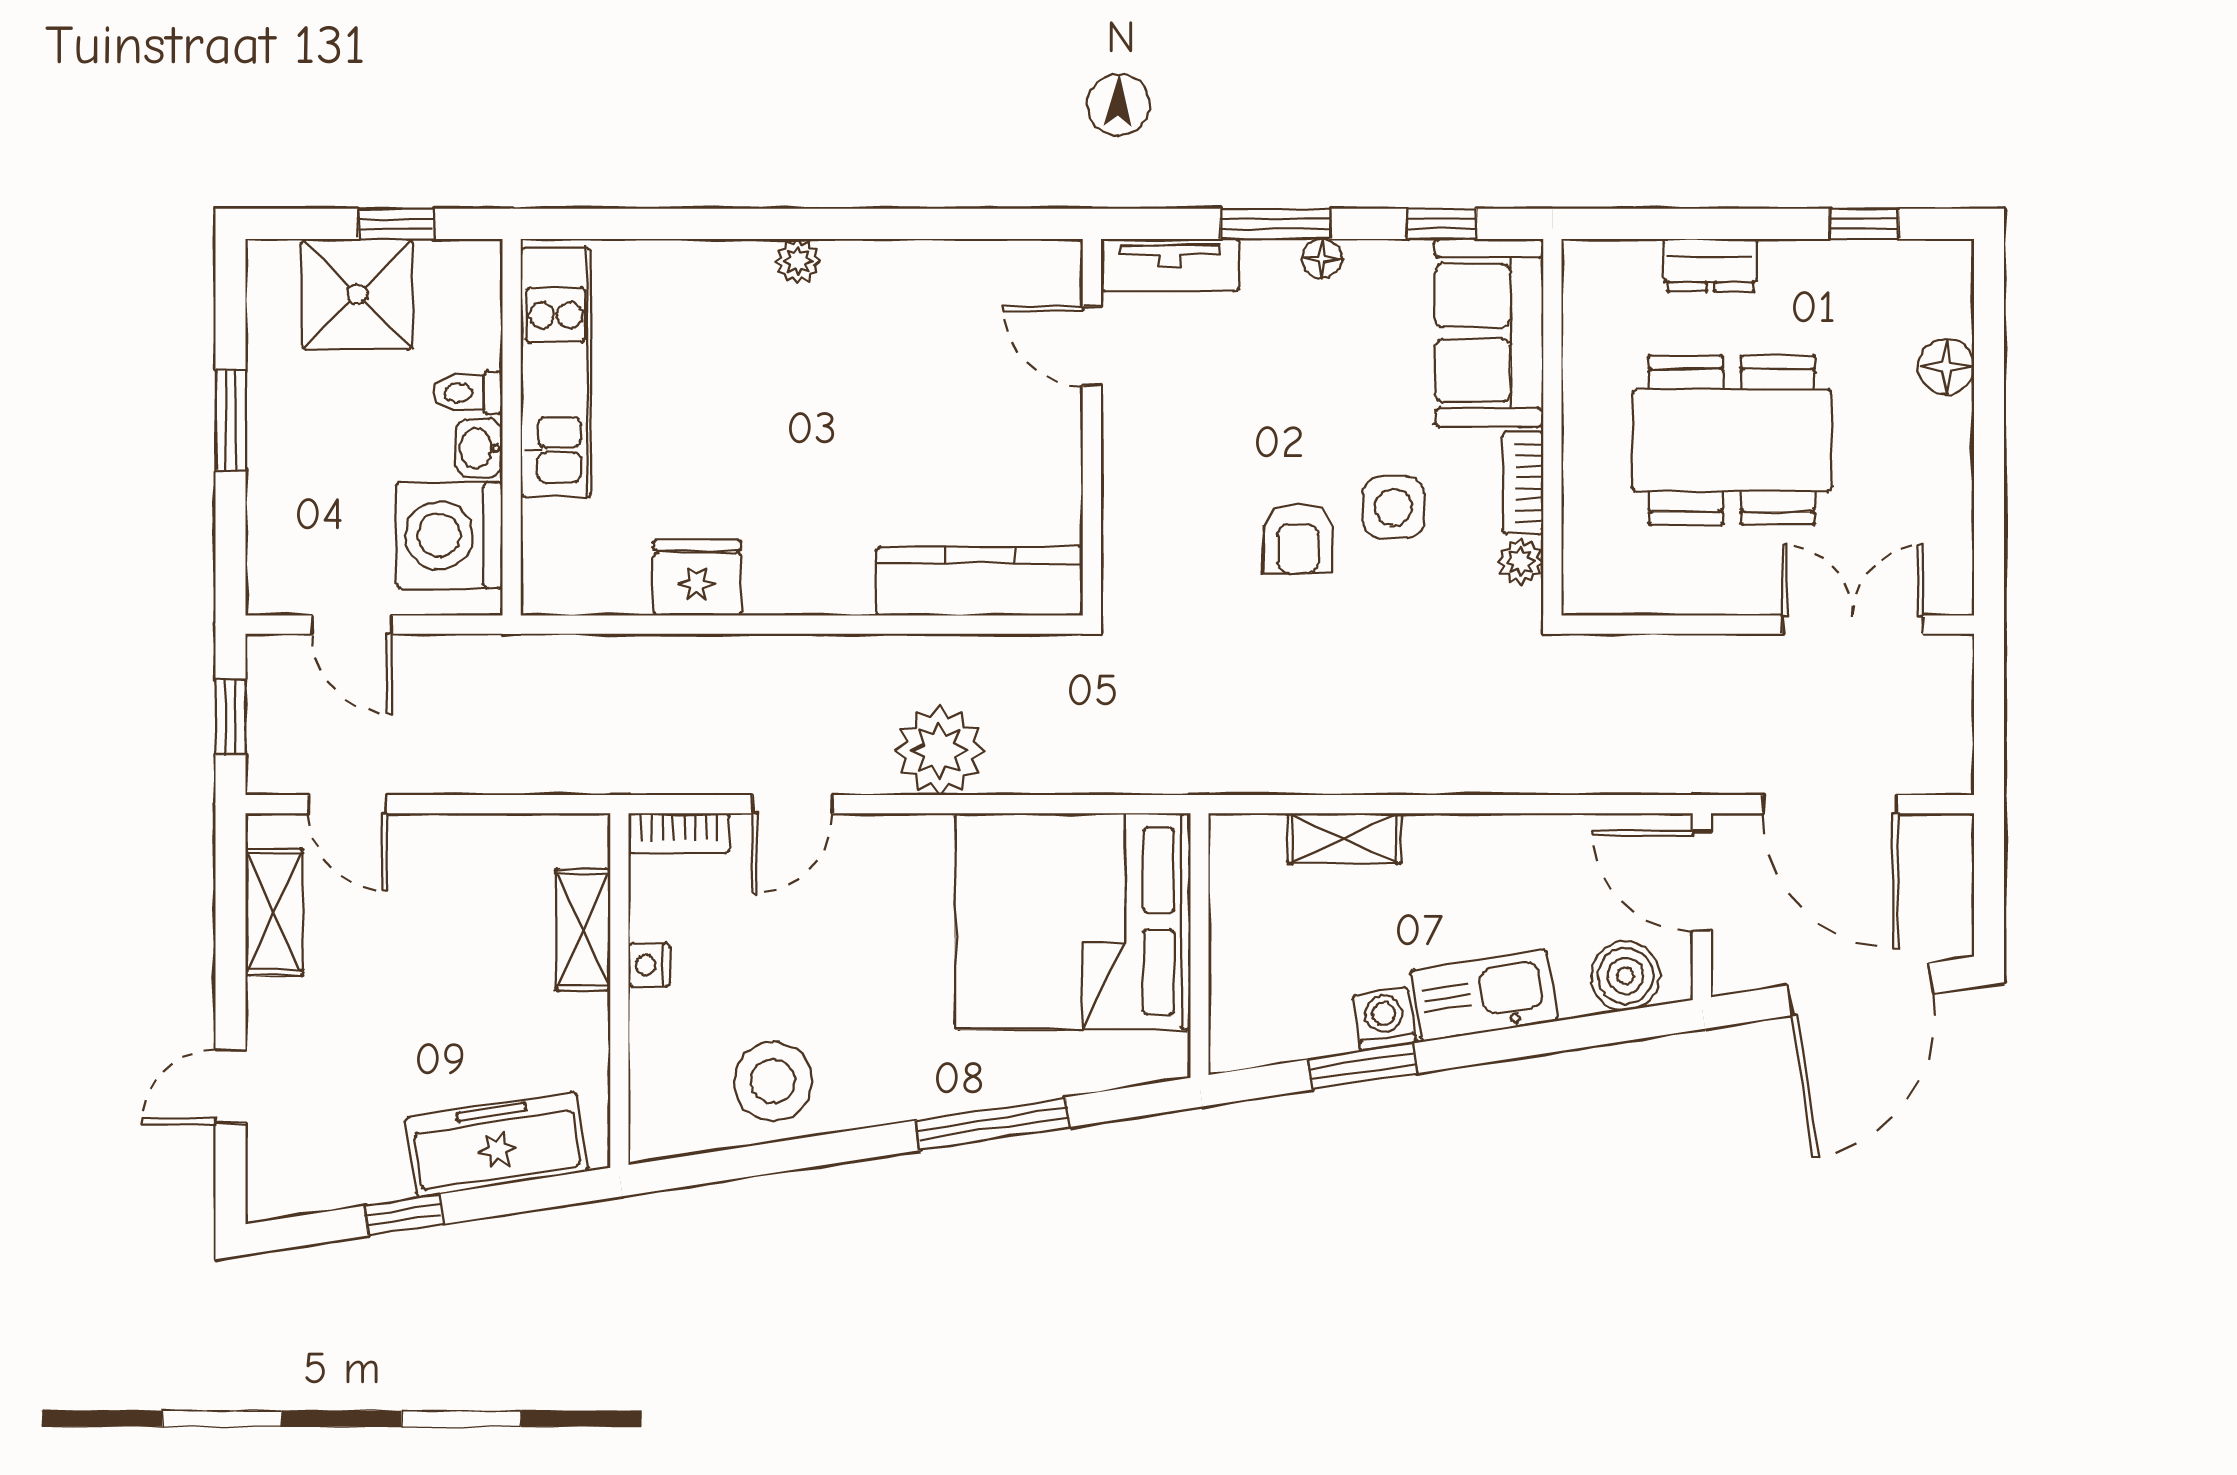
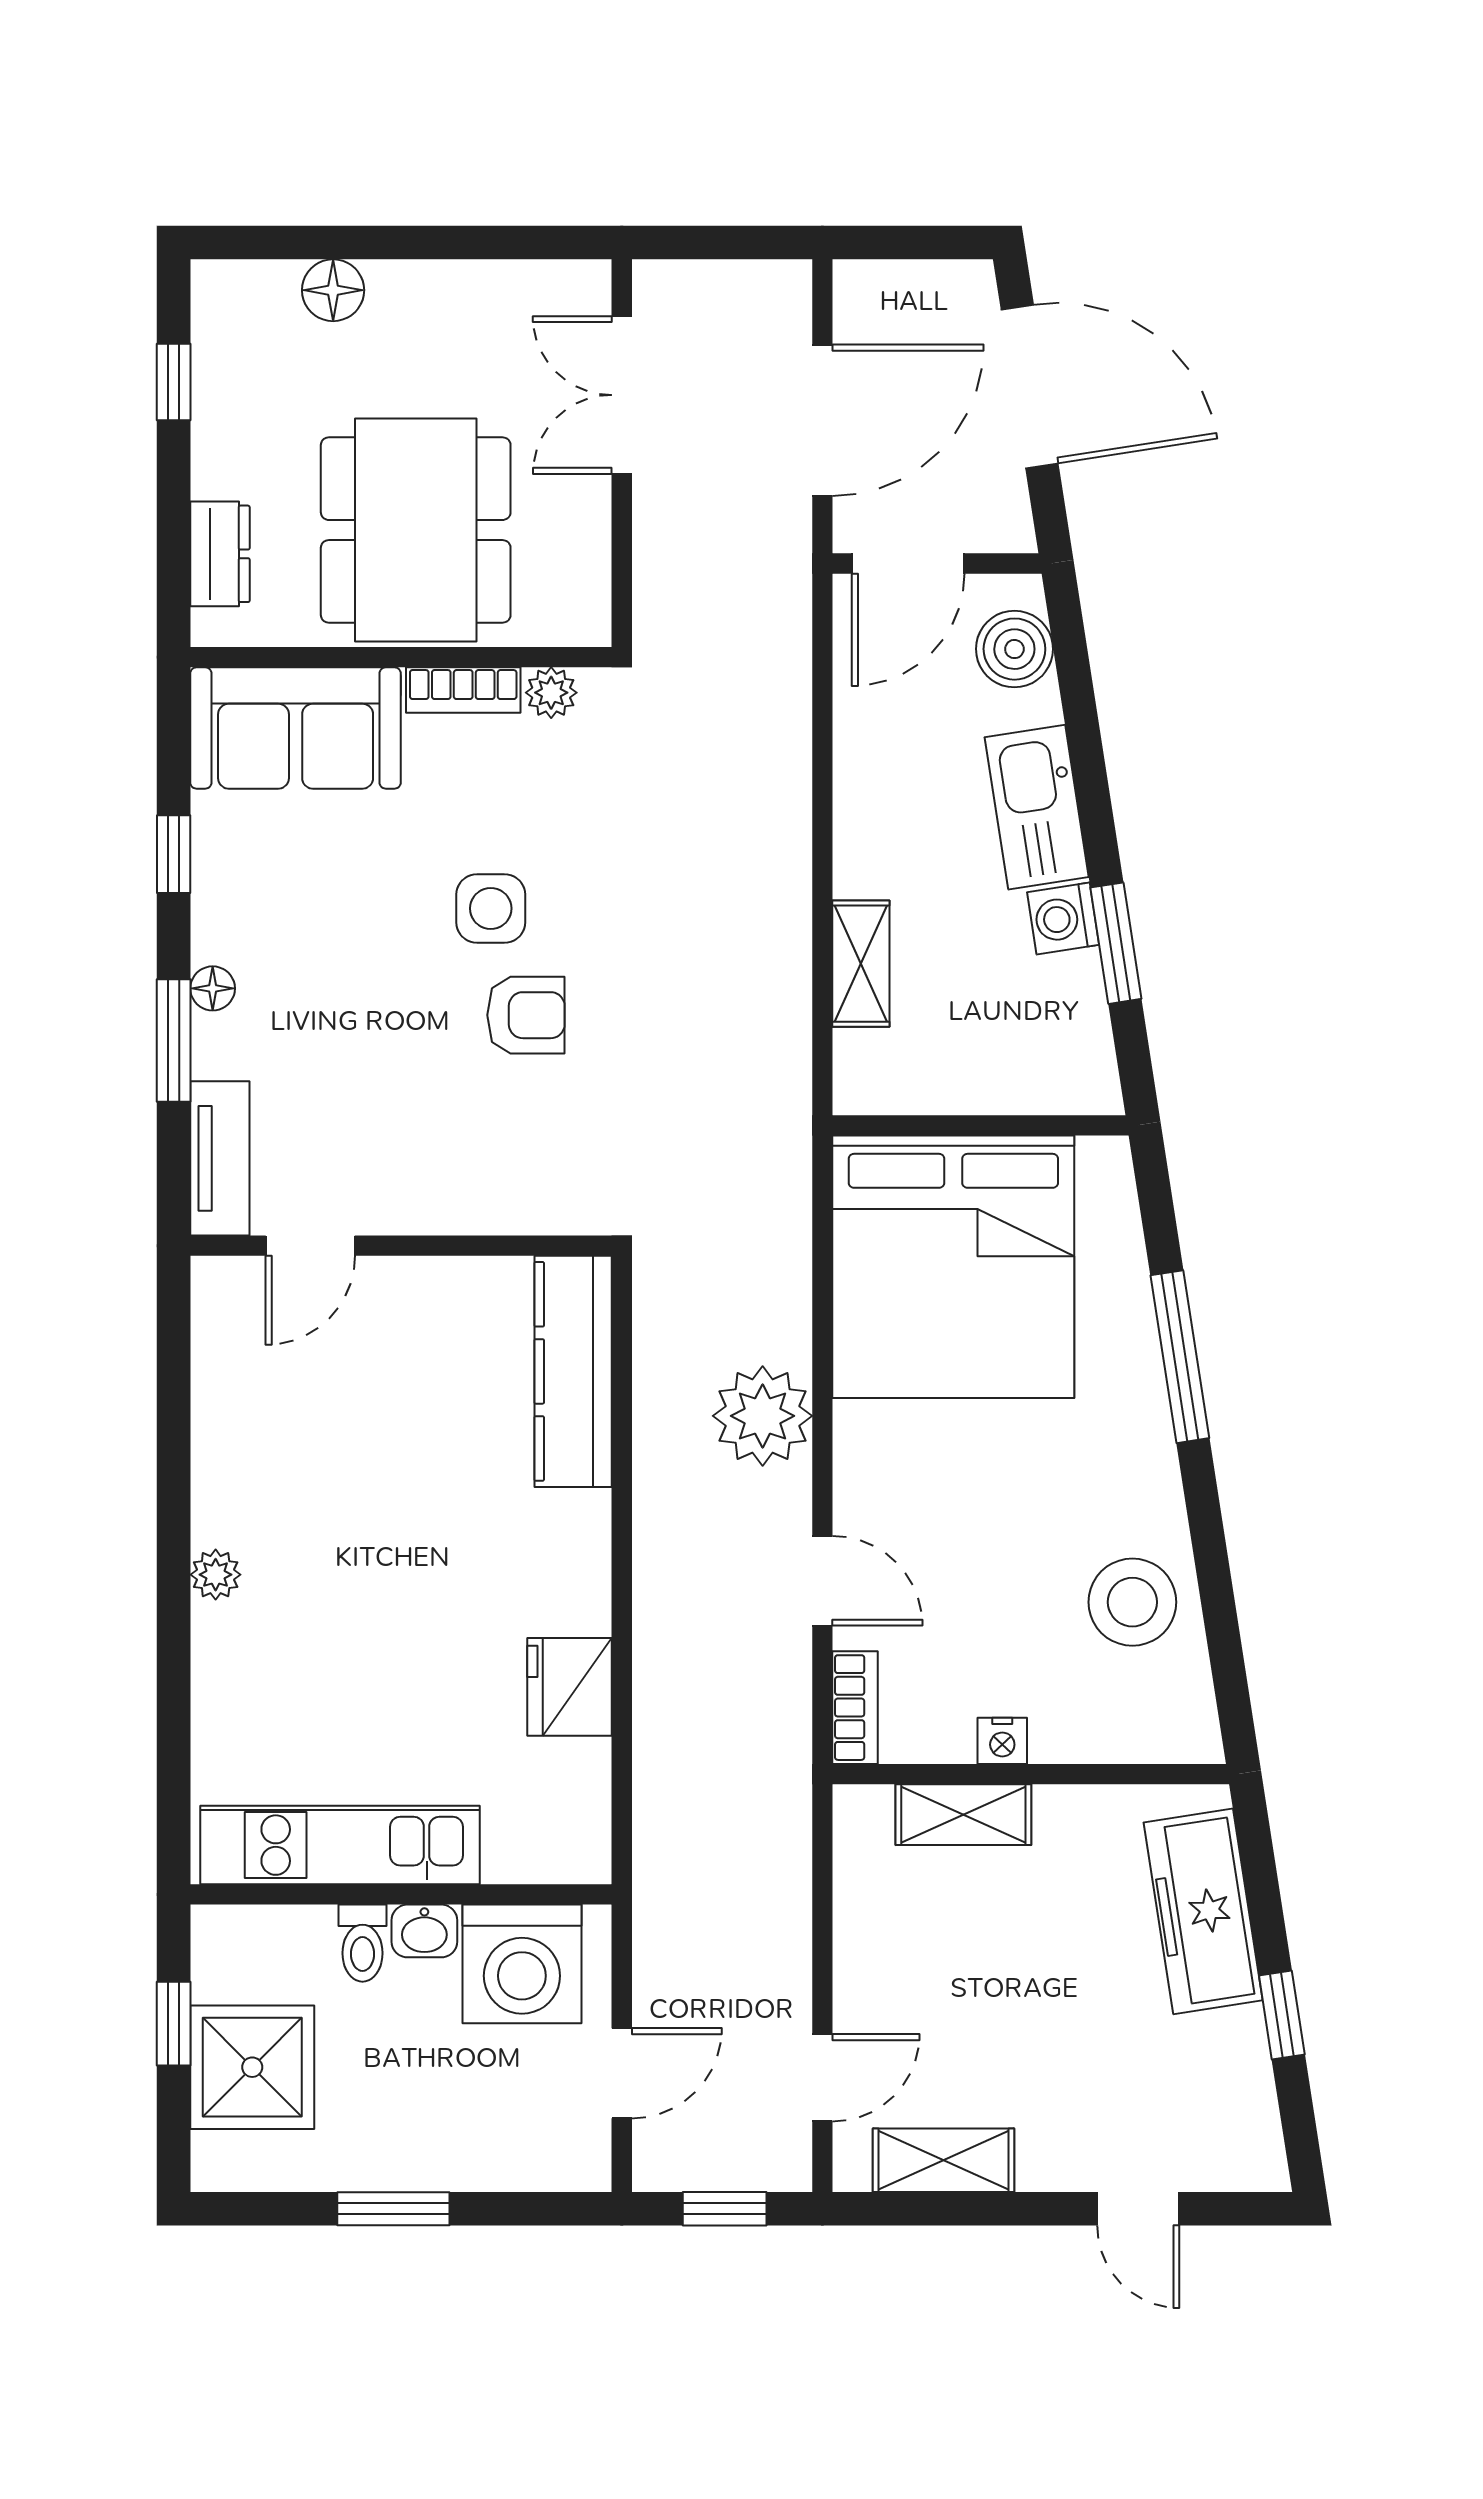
sofa: (1489, 333) -> (296, 728), moved
wall: (1552, 427) -> (401, 657), moved
bookcase: (1523, 483) -> (463, 690), moved
plant: (1521, 562) -> (551, 693), moved

